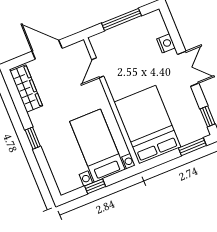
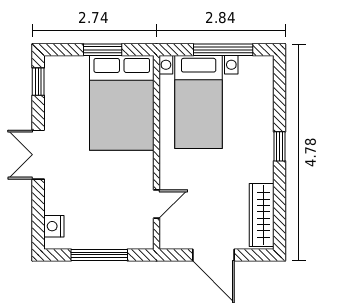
nightstand: (166, 43) -> (54, 226), moved
window: (192, 147) -> (103, 50), moved
window: (95, 186) -> (223, 50), width x2.17

